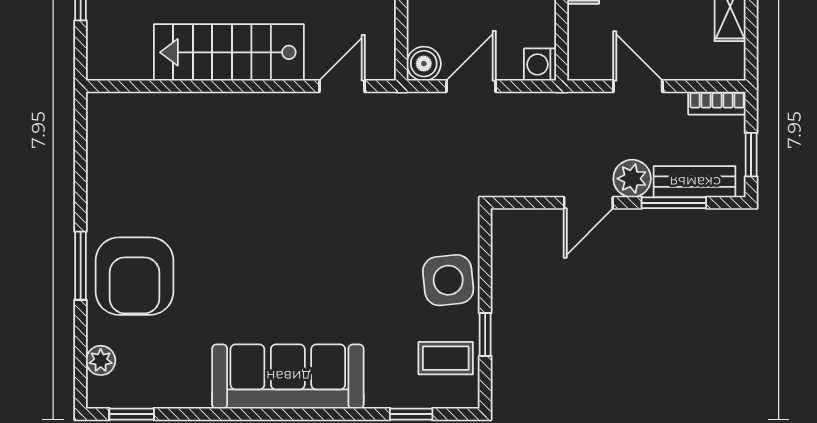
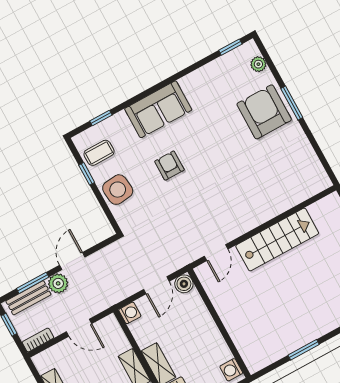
armchair: (340, 273) -> (169, 166), added
sofa: (288, 376) -> (158, 109), width x0.73

